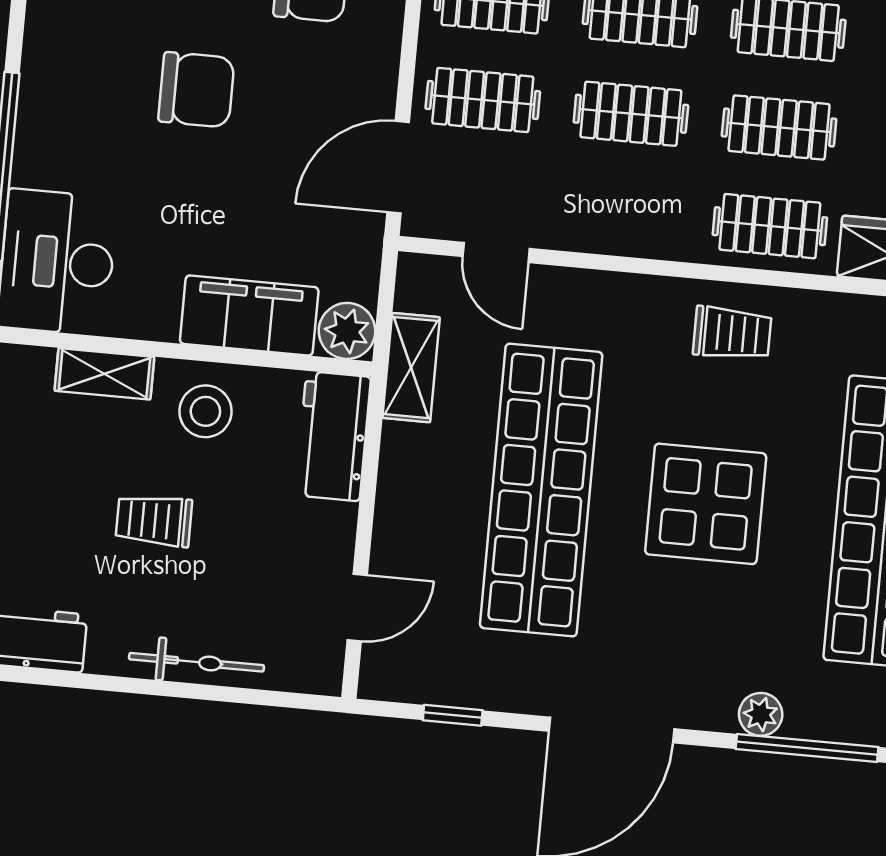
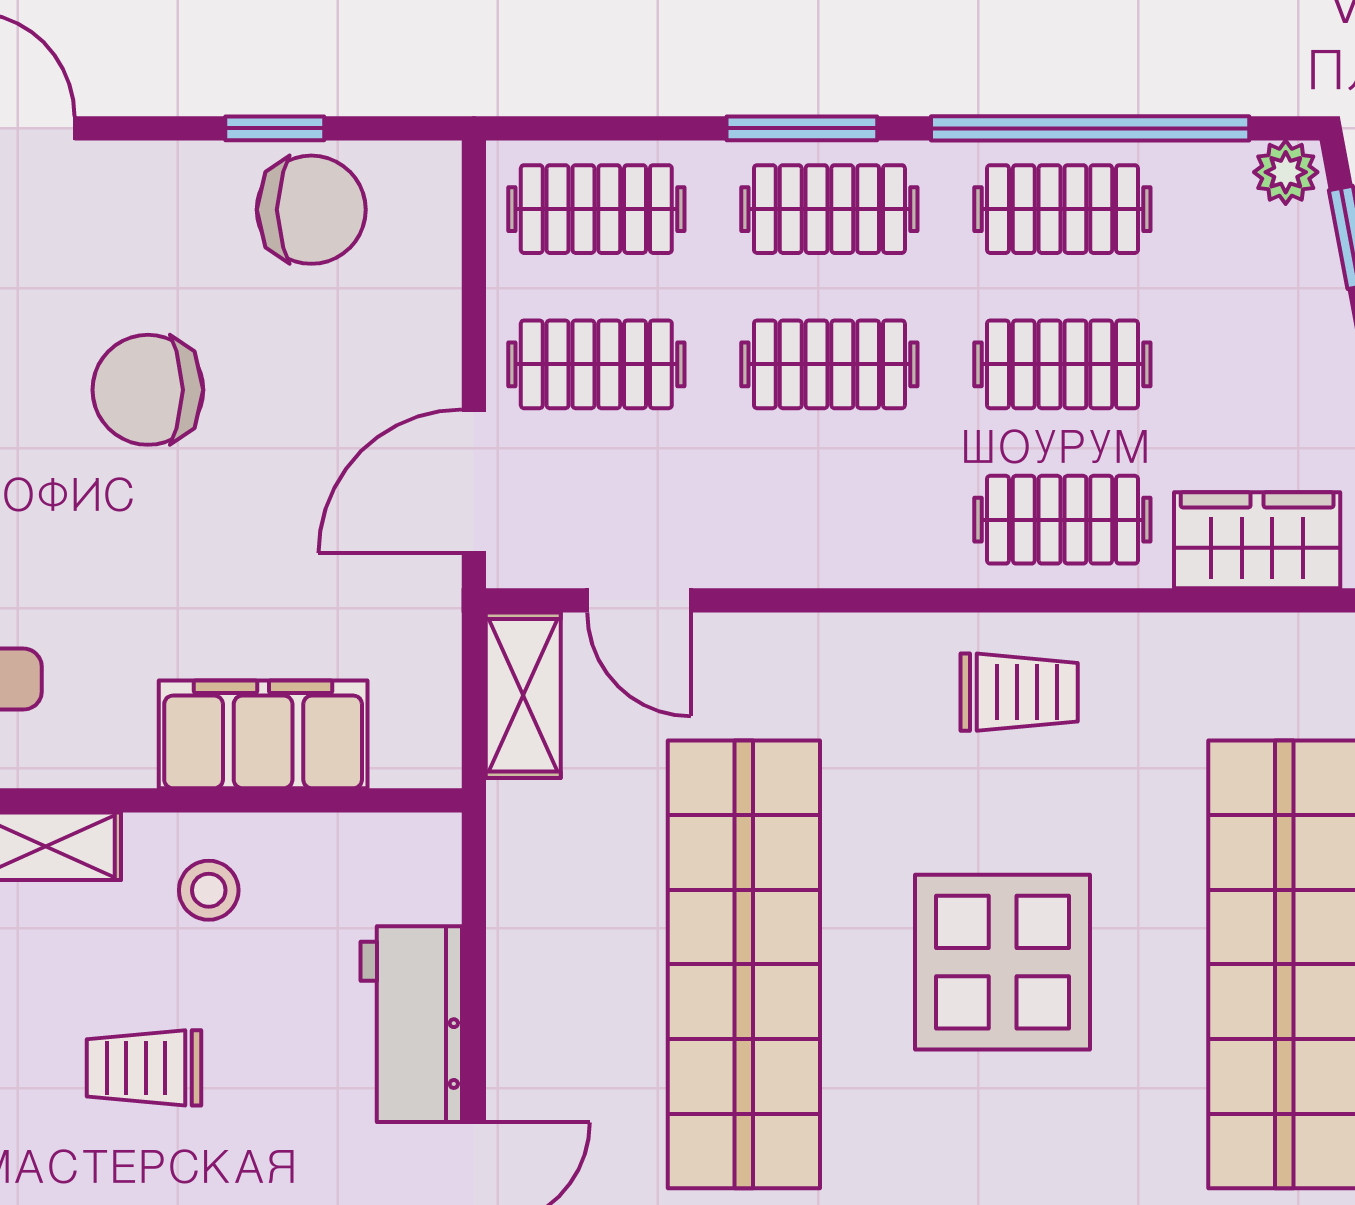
chair: (196, 90) -> (148, 390), turned 180
plant: (347, 331) -> (418, 744), removed
shelving: (411, 368) -> (523, 695), moved
stool: (205, 411) -> (209, 890), width x0.73, depth x0.73
workbench: (333, 436) -> (411, 1024), moved

